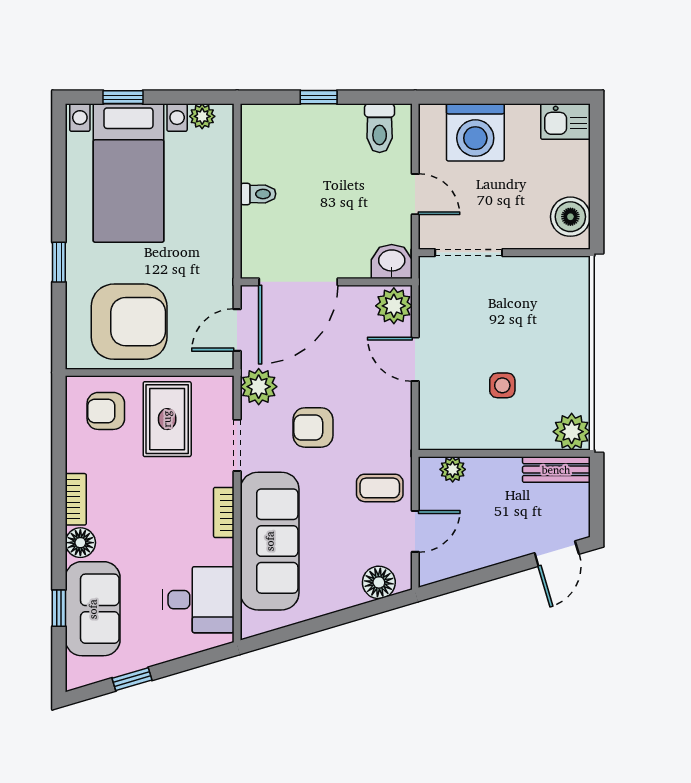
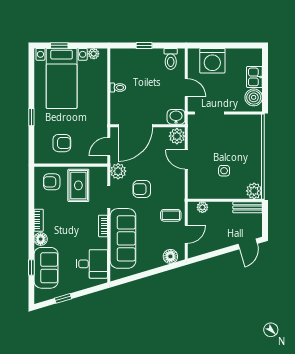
kitchen sink: (566, 122) -> (254, 77), moved, turned 90
armchair: (129, 322) -> (62, 143), width x0.53, depth x0.53

